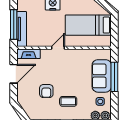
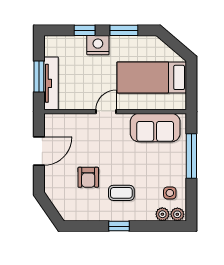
window: (14, 25) -> (39, 77), width x0.69
fireplace: (29, 54) -> (61, 121), removed
sofa: (102, 76) -> (155, 128), moved, turned -90

